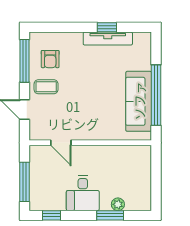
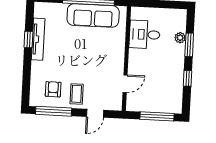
armchair: (50, 59) -> (53, 89), turned -90
desk: (83, 193) -> (145, 35), moved, turned 180
window: (51, 215) -> (187, 78), moved

